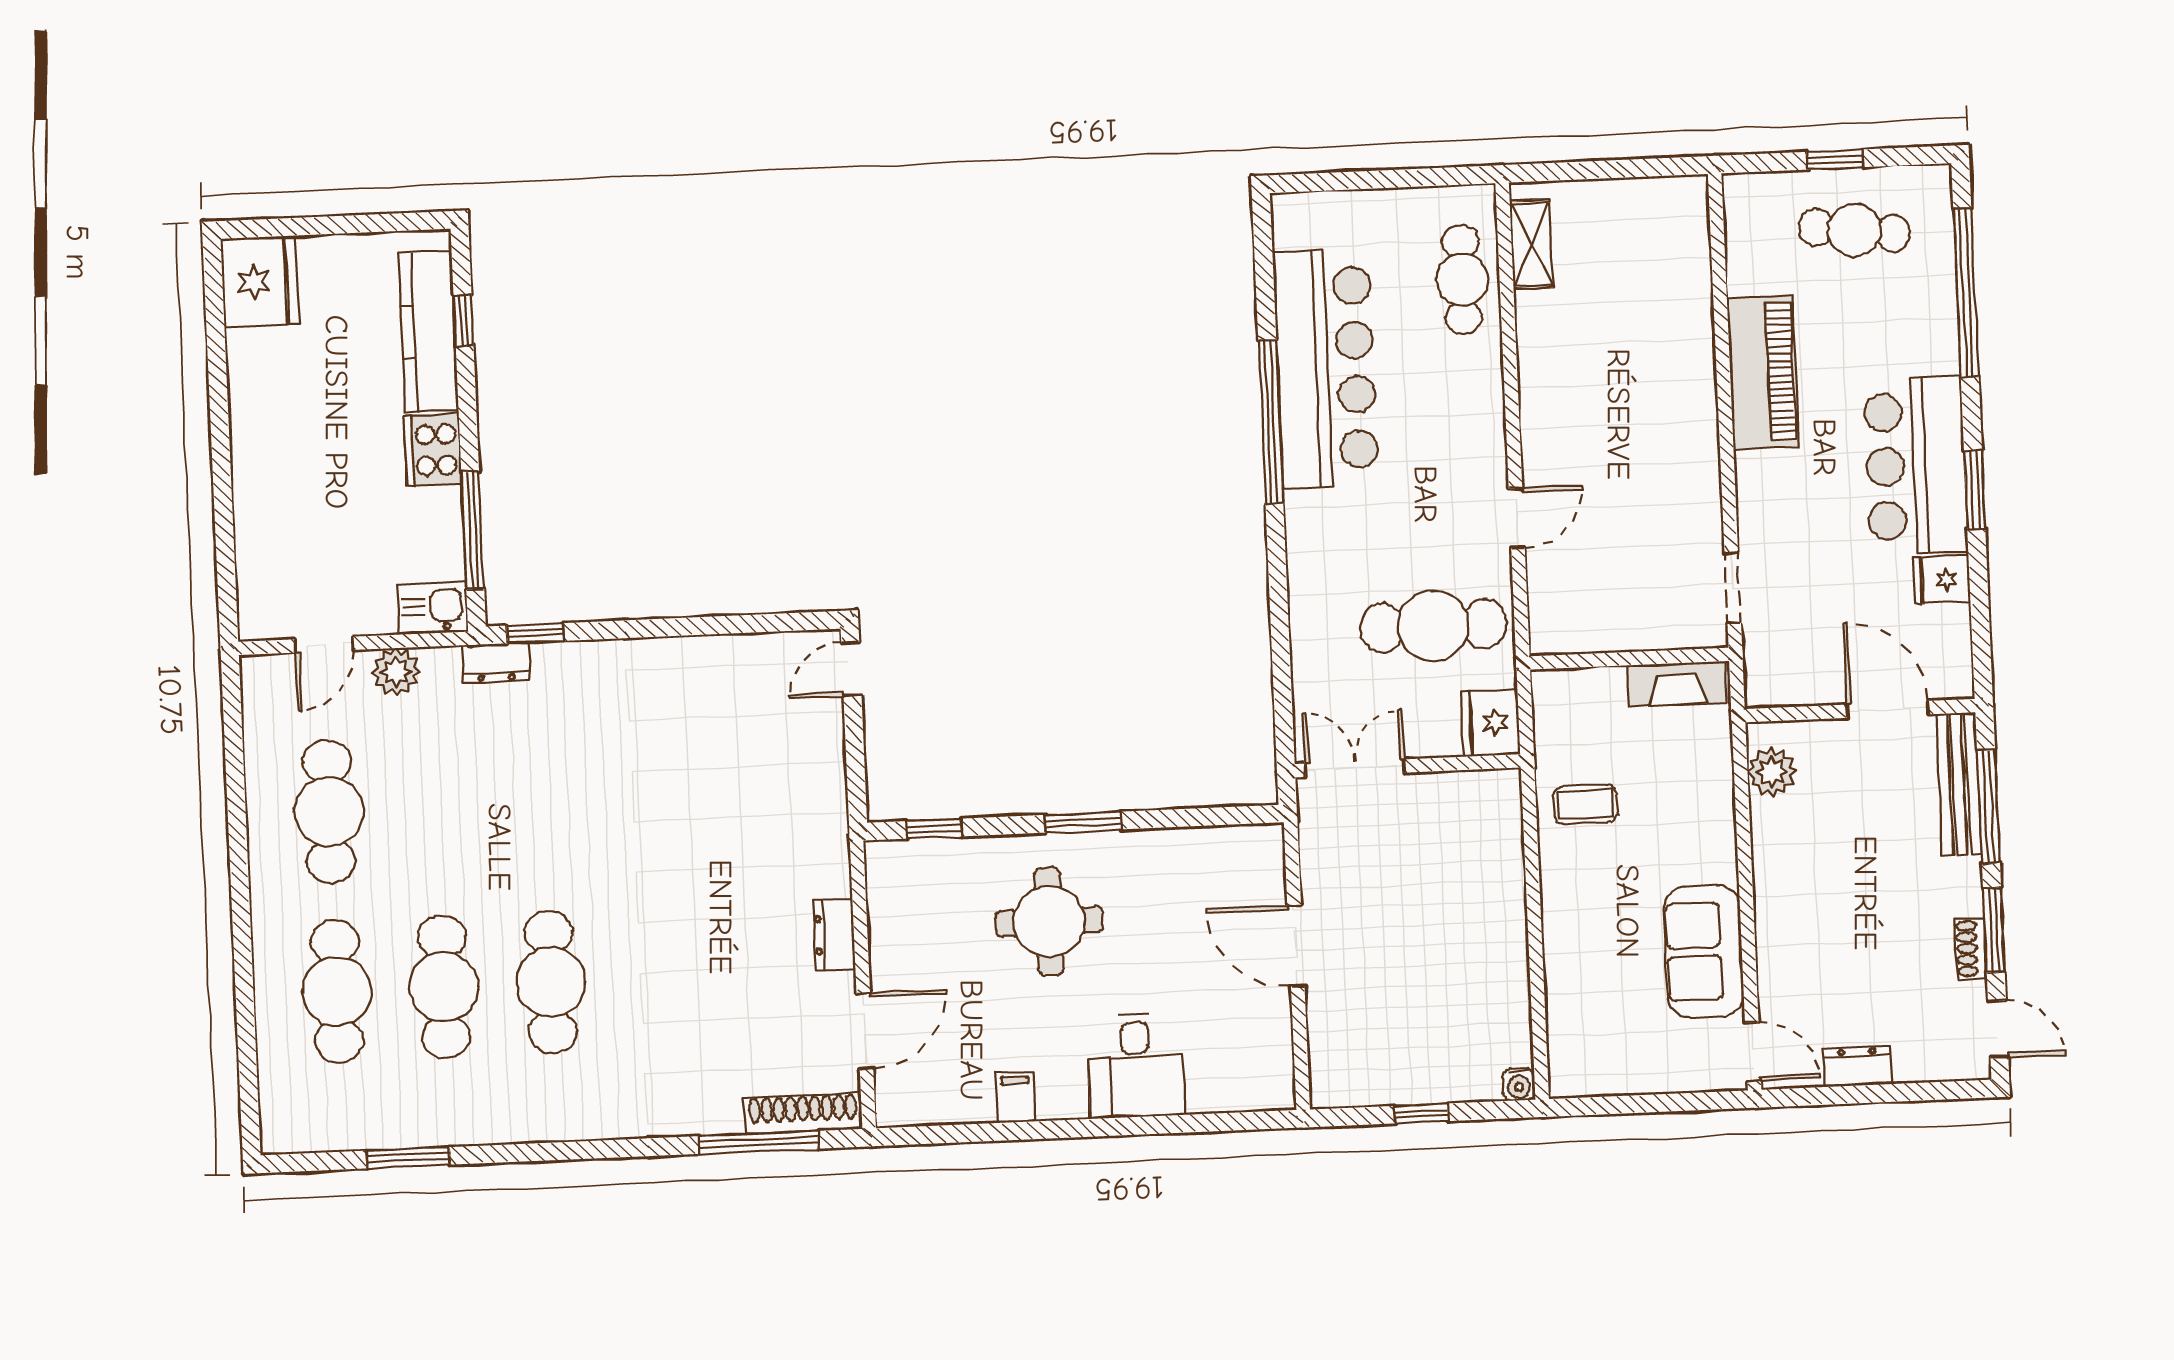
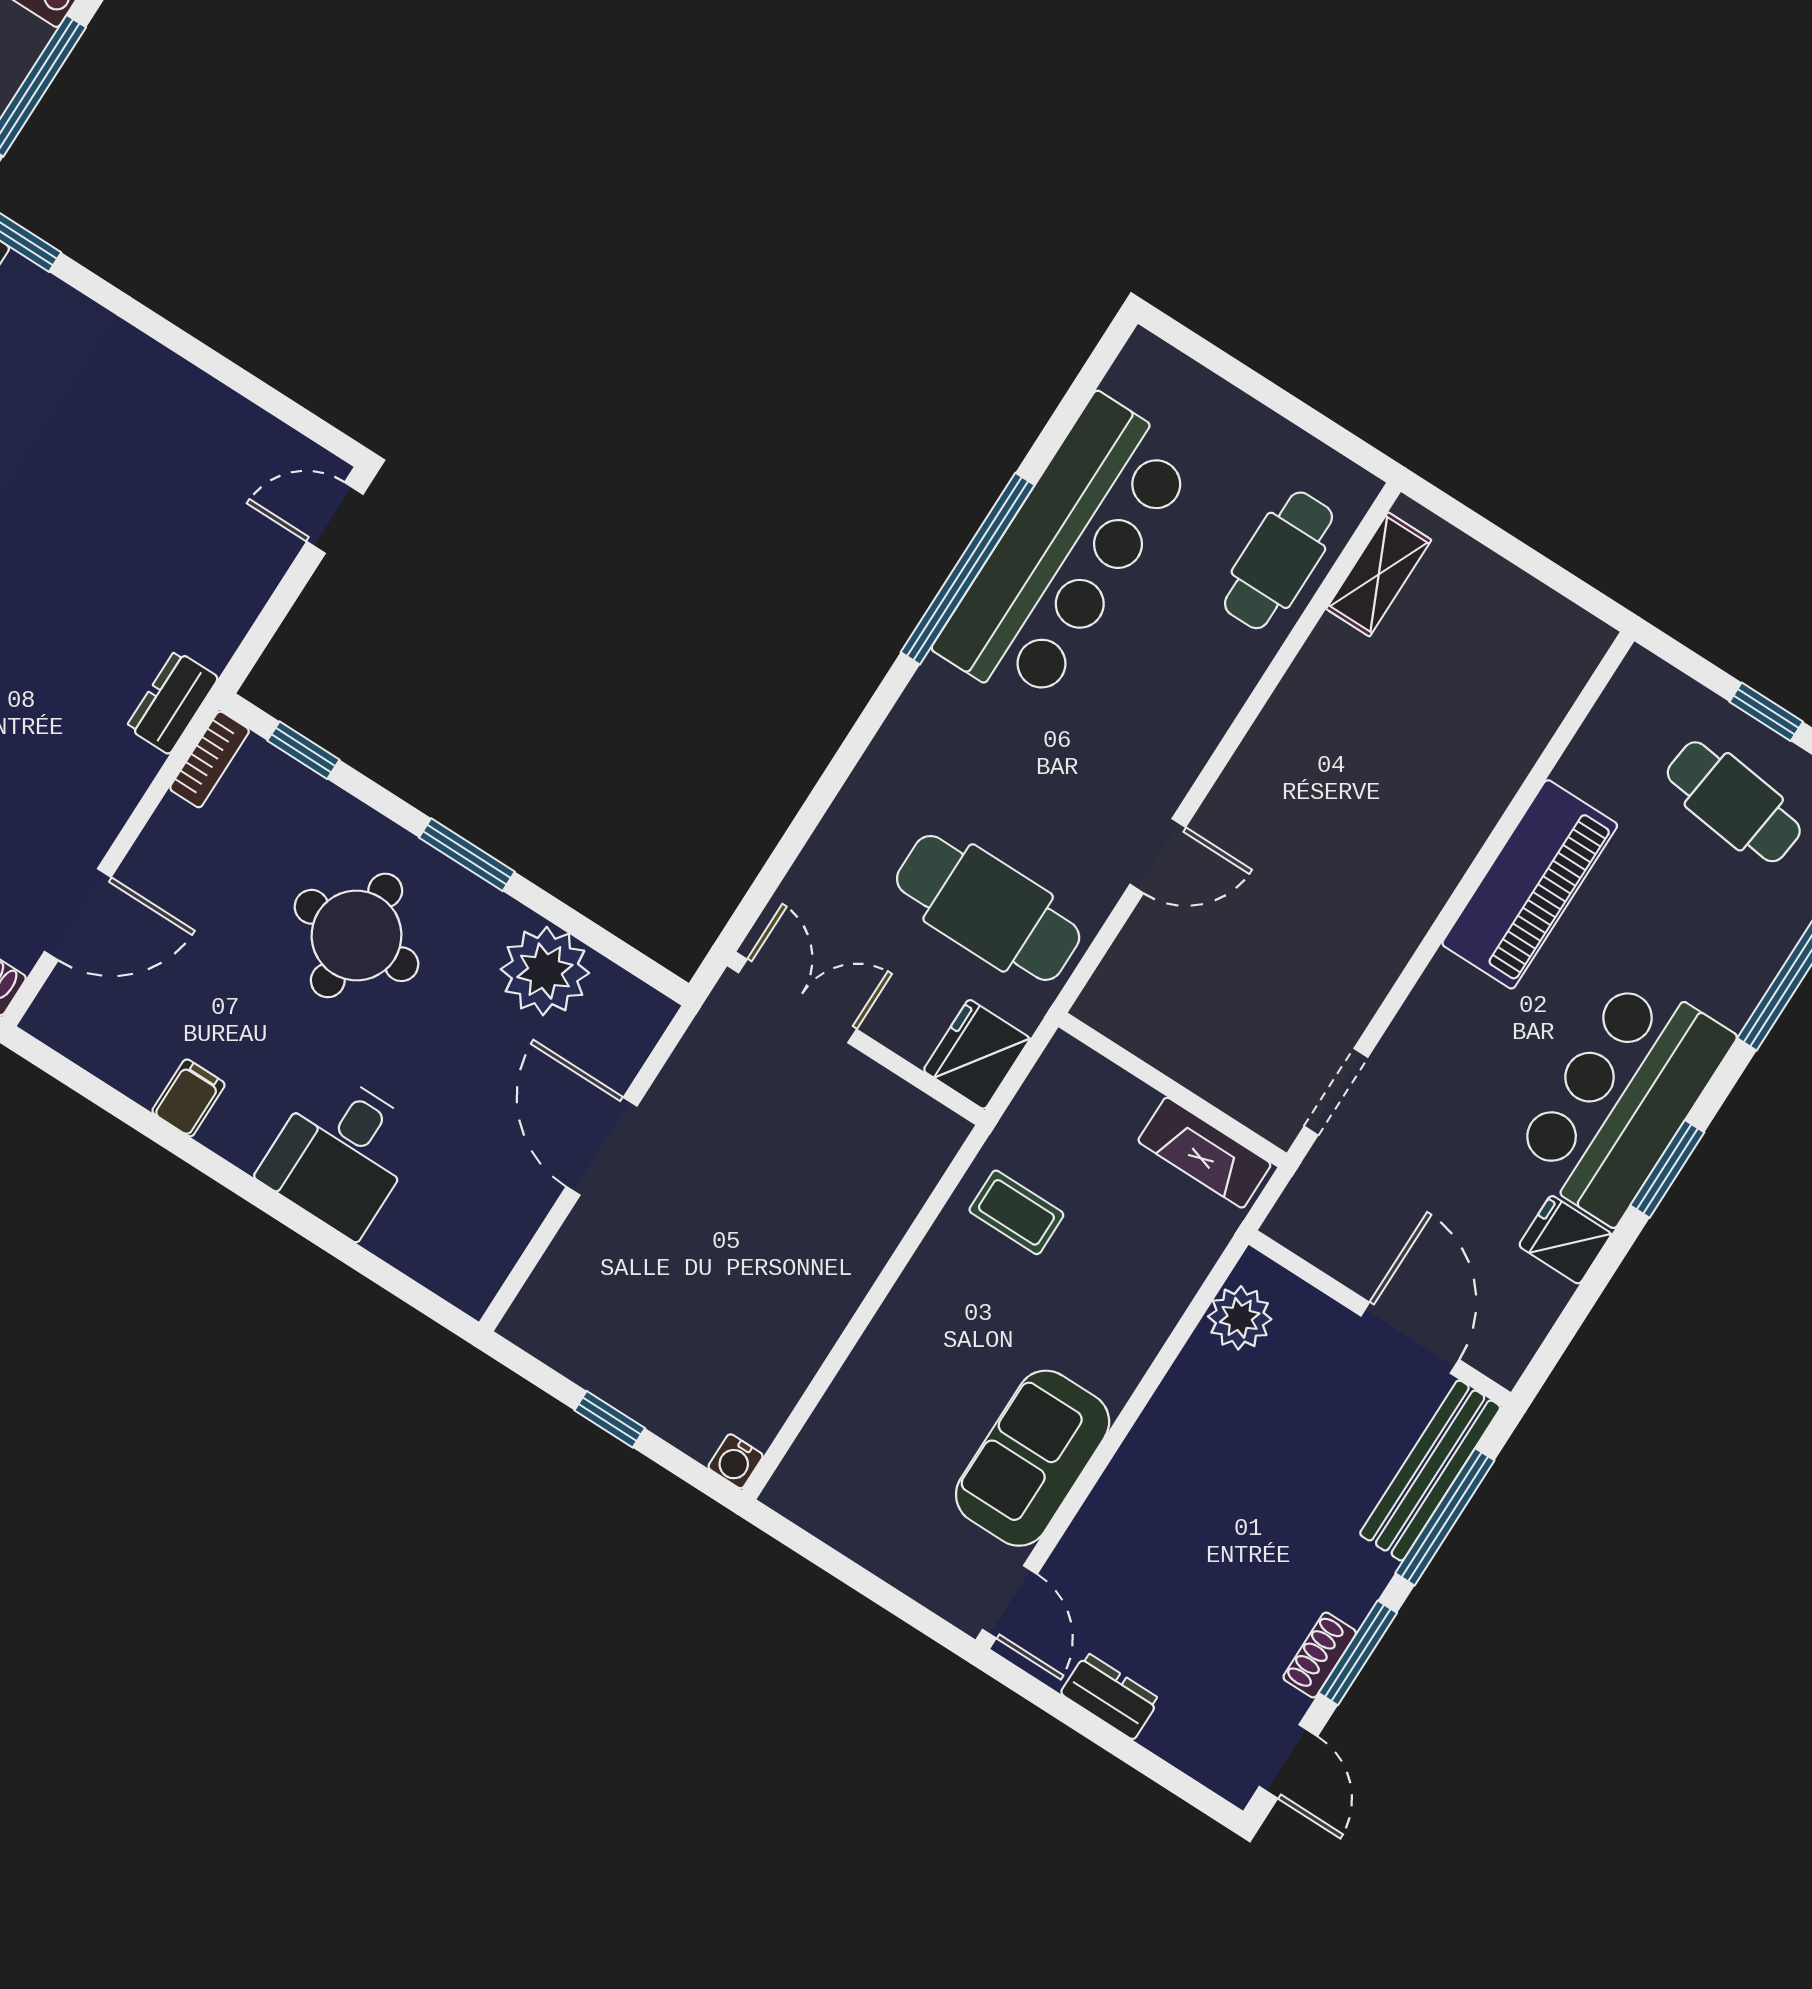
plant: (1183, 861) -> (545, 971), added
bookcase: (879, 876) -> (209, 759), added
dresser: (834, 935) -> (172, 702), moved

